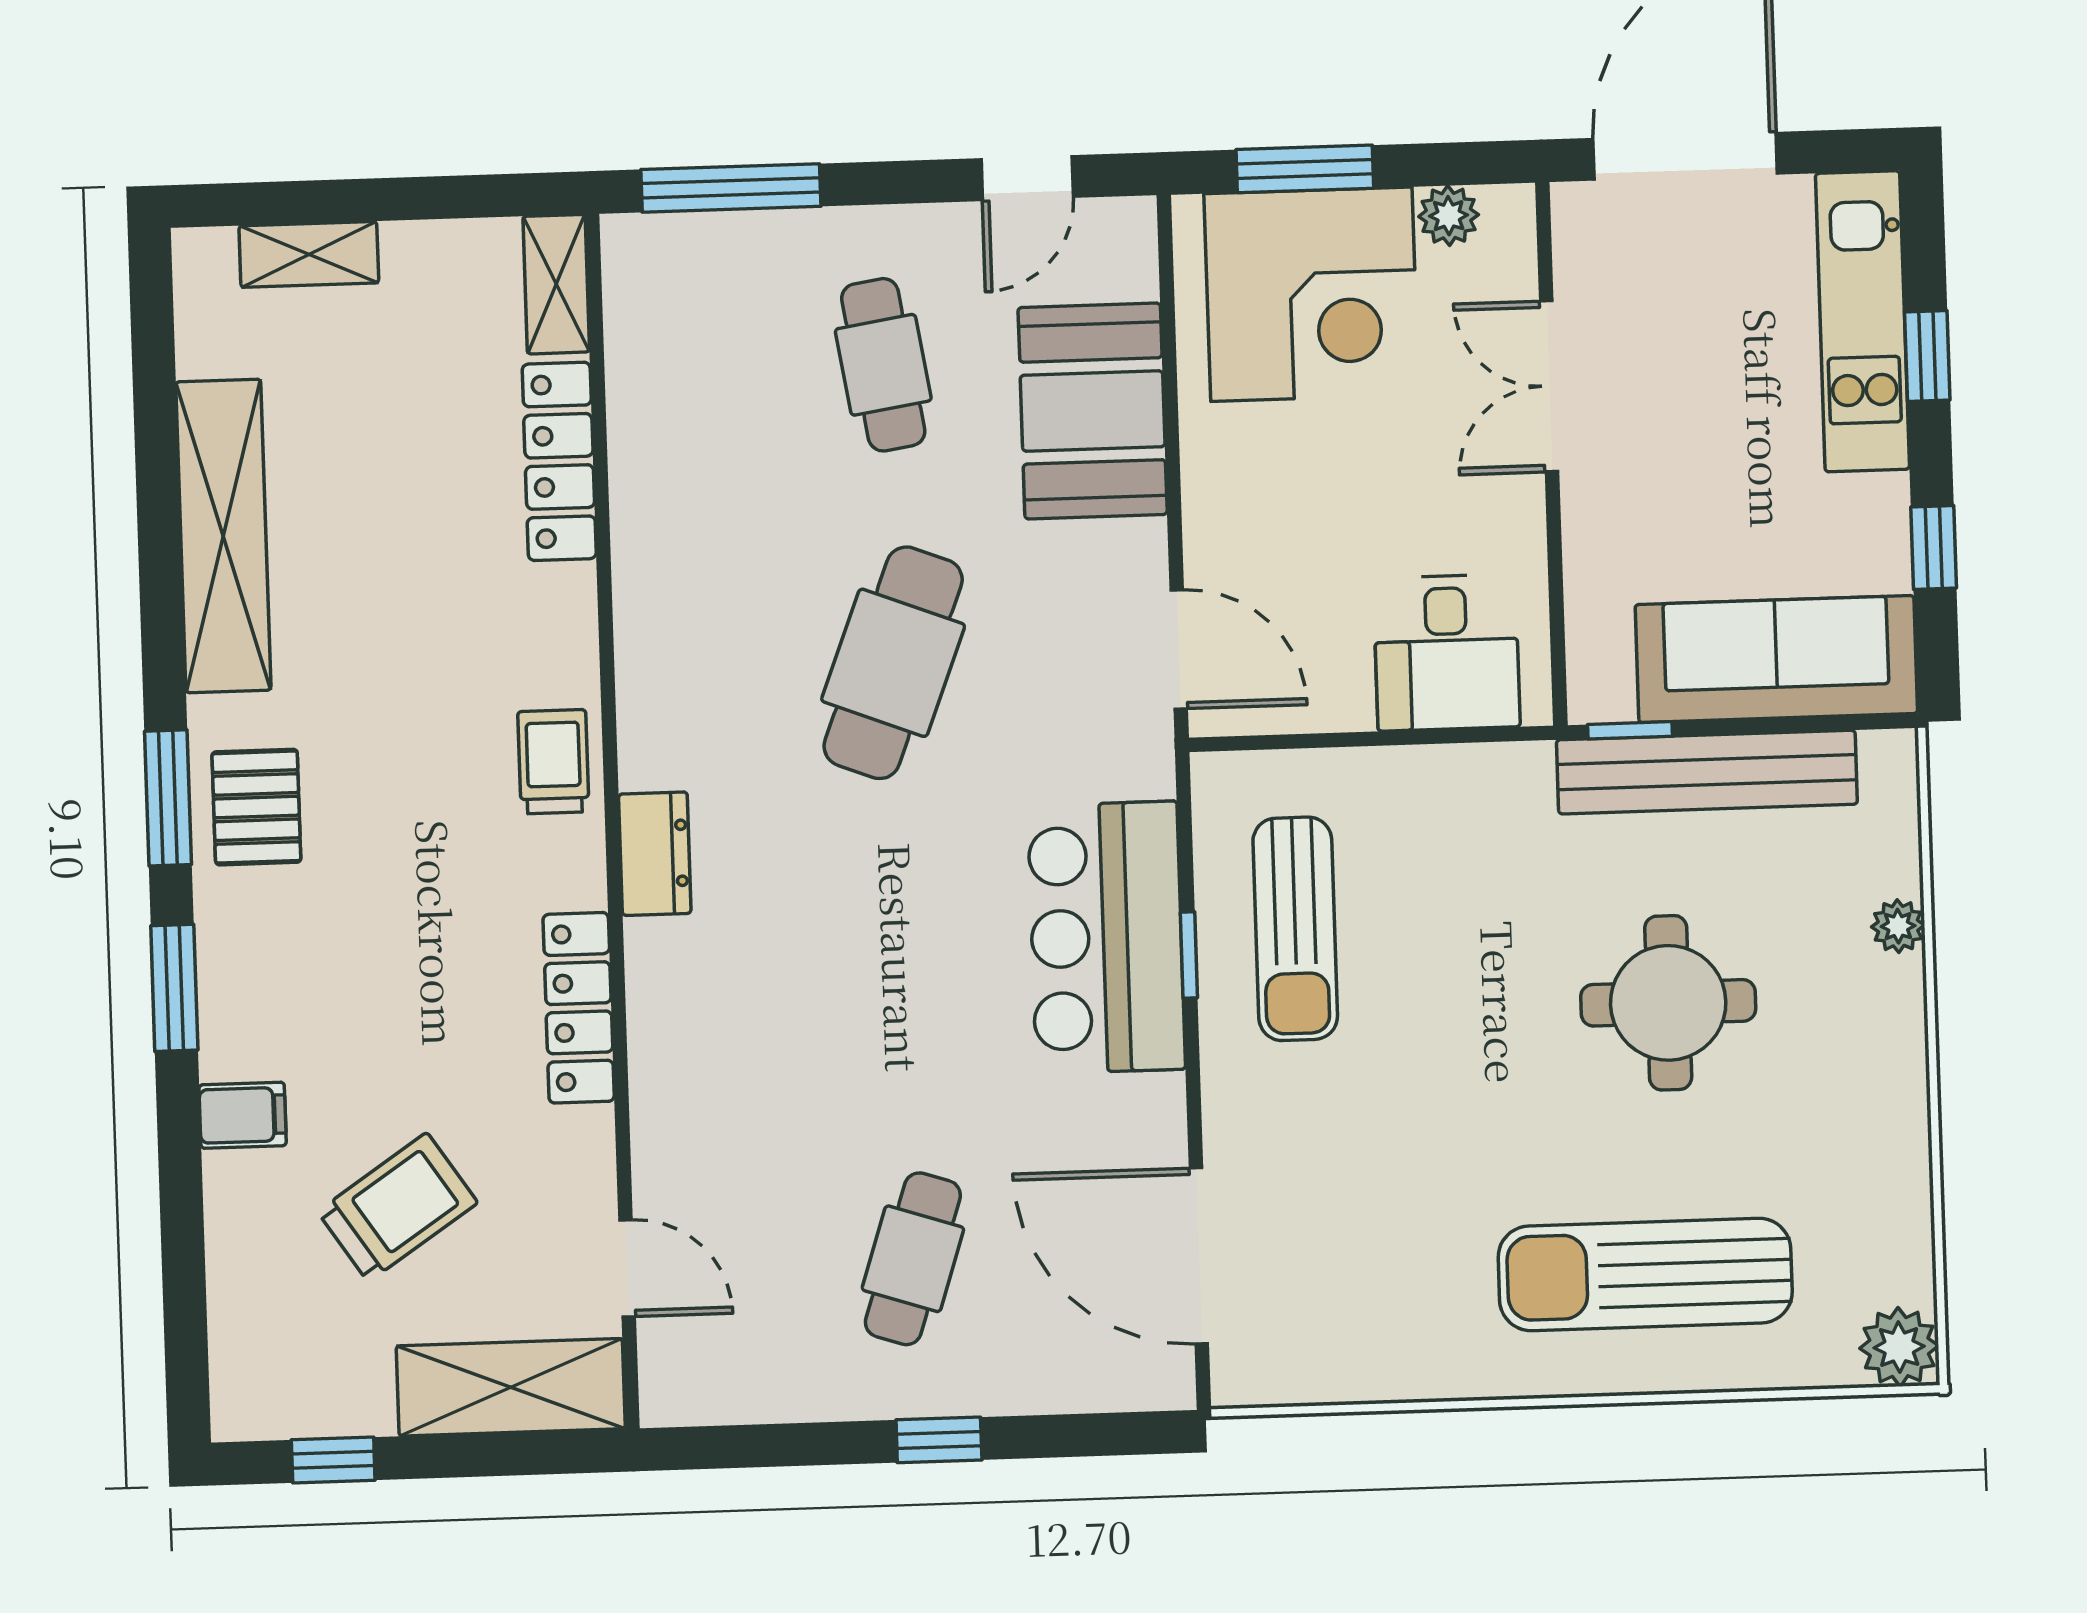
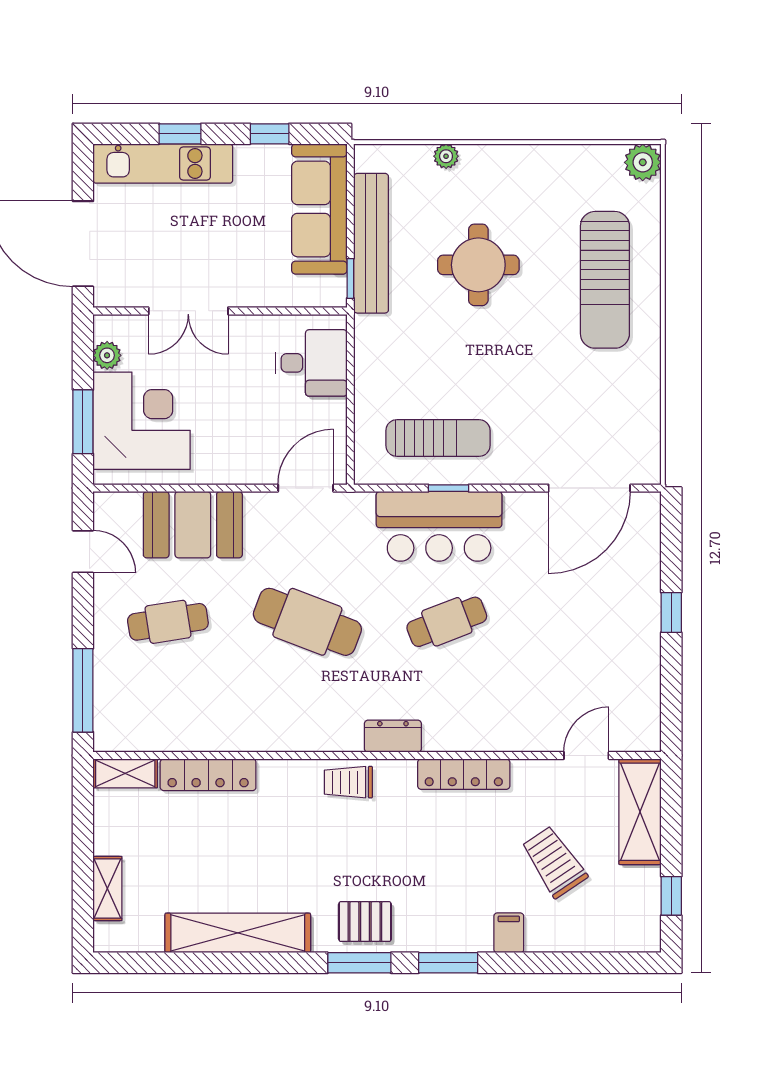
cafe table: (913, 1259) -> (447, 622), moved, turned -39

